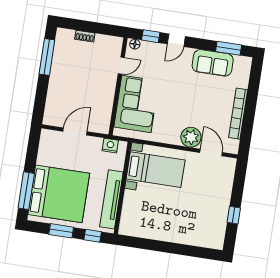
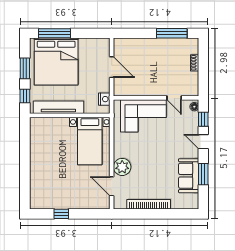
window: (229, 48) -> (203, 174), moved
door: (211, 153) -> (112, 186), swing flipped

